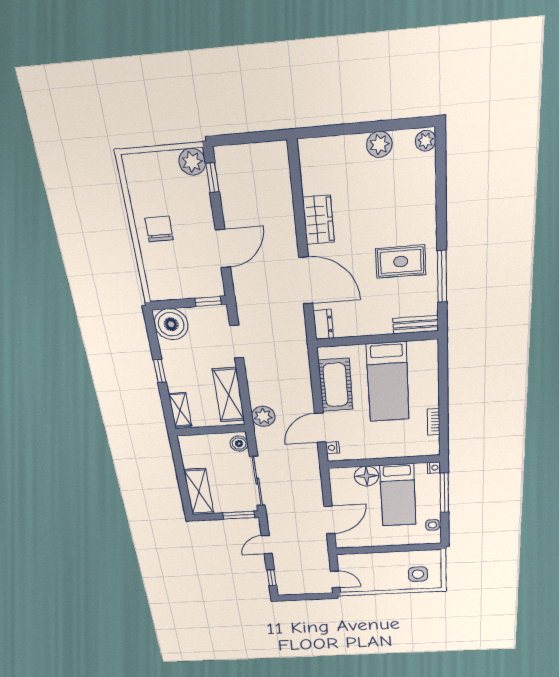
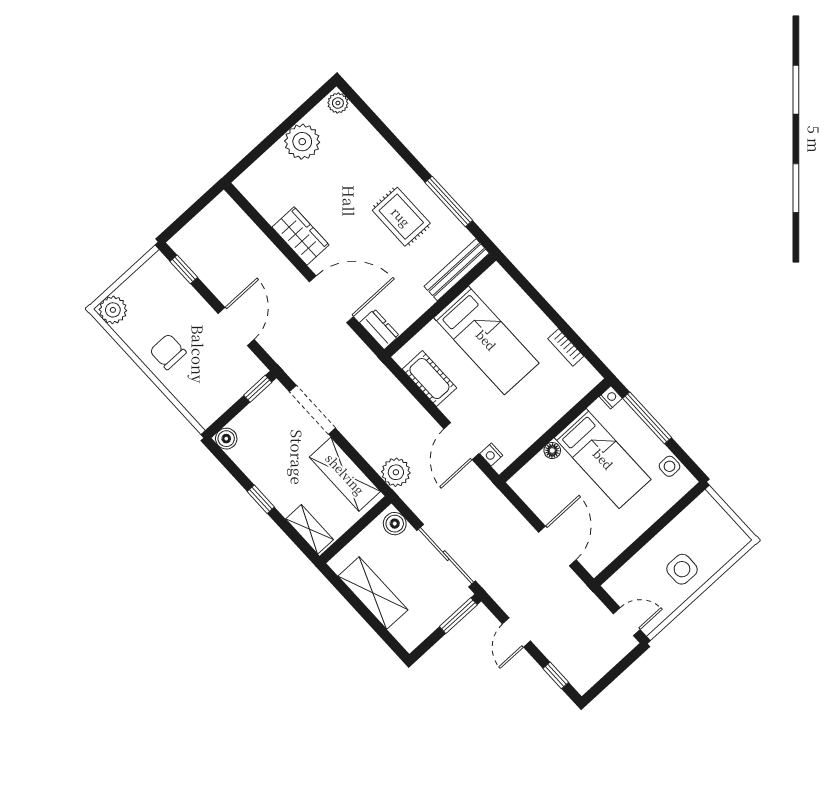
plant: (379, 144) -> (302, 142), width x1.36, depth x1.36
plant: (192, 162) -> (113, 310), moved
rug: (401, 262) -> (401, 217), turned 90
boiler: (171, 324) -> (226, 439), width x0.54, depth x0.54
bench: (416, 325) -> (457, 270), width x1.36
doorway: (237, 342) -> (312, 410), width x1.38
cot: (336, 385) -> (429, 379), width x0.73, depth x0.75
floor lamp: (367, 476) -> (552, 451), width x0.53, depth x0.53
shelving: (199, 492) -> (373, 593), moved
side table: (418, 574) -> (682, 569), moved

